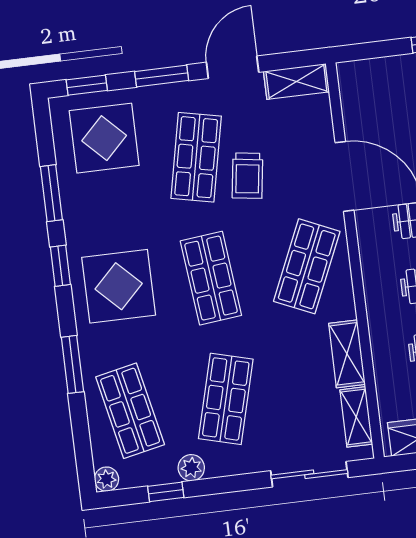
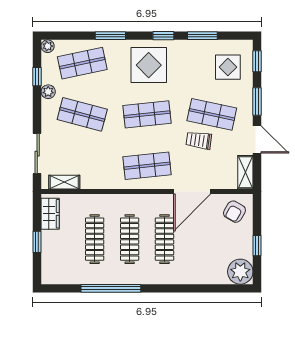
armchair: (372, 93) -> (234, 212), added
display table: (104, 138) -> (228, 67), width x0.73, depth x0.73
shop shelf: (307, 266) -> (147, 166), turned -30
shelving: (347, 354) -> (98, 181), removed

